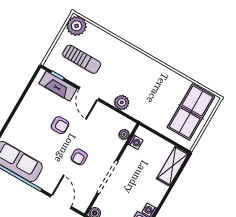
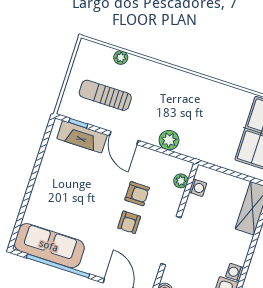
plant: (77, 26) -> (121, 57), moved, width x0.53, depth x0.53
sun lounger: (82, 59) -> (105, 95), turned 180
armchair: (60, 125) -> (137, 194), moved

